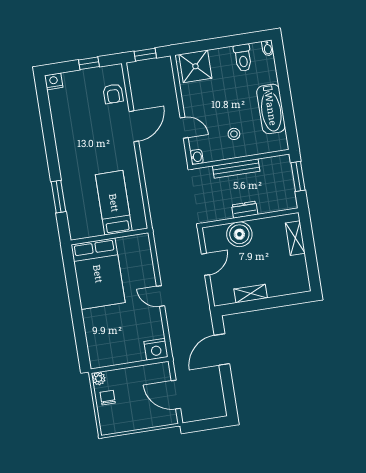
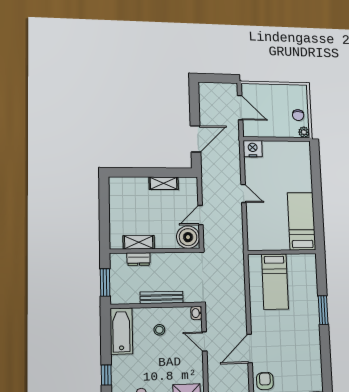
window: (283, 80) -> (106, 375), added
bathtub: (271, 109) -> (121, 331), moved
window: (59, 197) -> (323, 310), moved
dresser: (245, 210) -> (139, 259), moved
boiler: (239, 234) -> (188, 237), moved
shelving: (295, 238) -> (139, 242), moved, turned 90
bed: (98, 274) -> (302, 221), width x0.67

